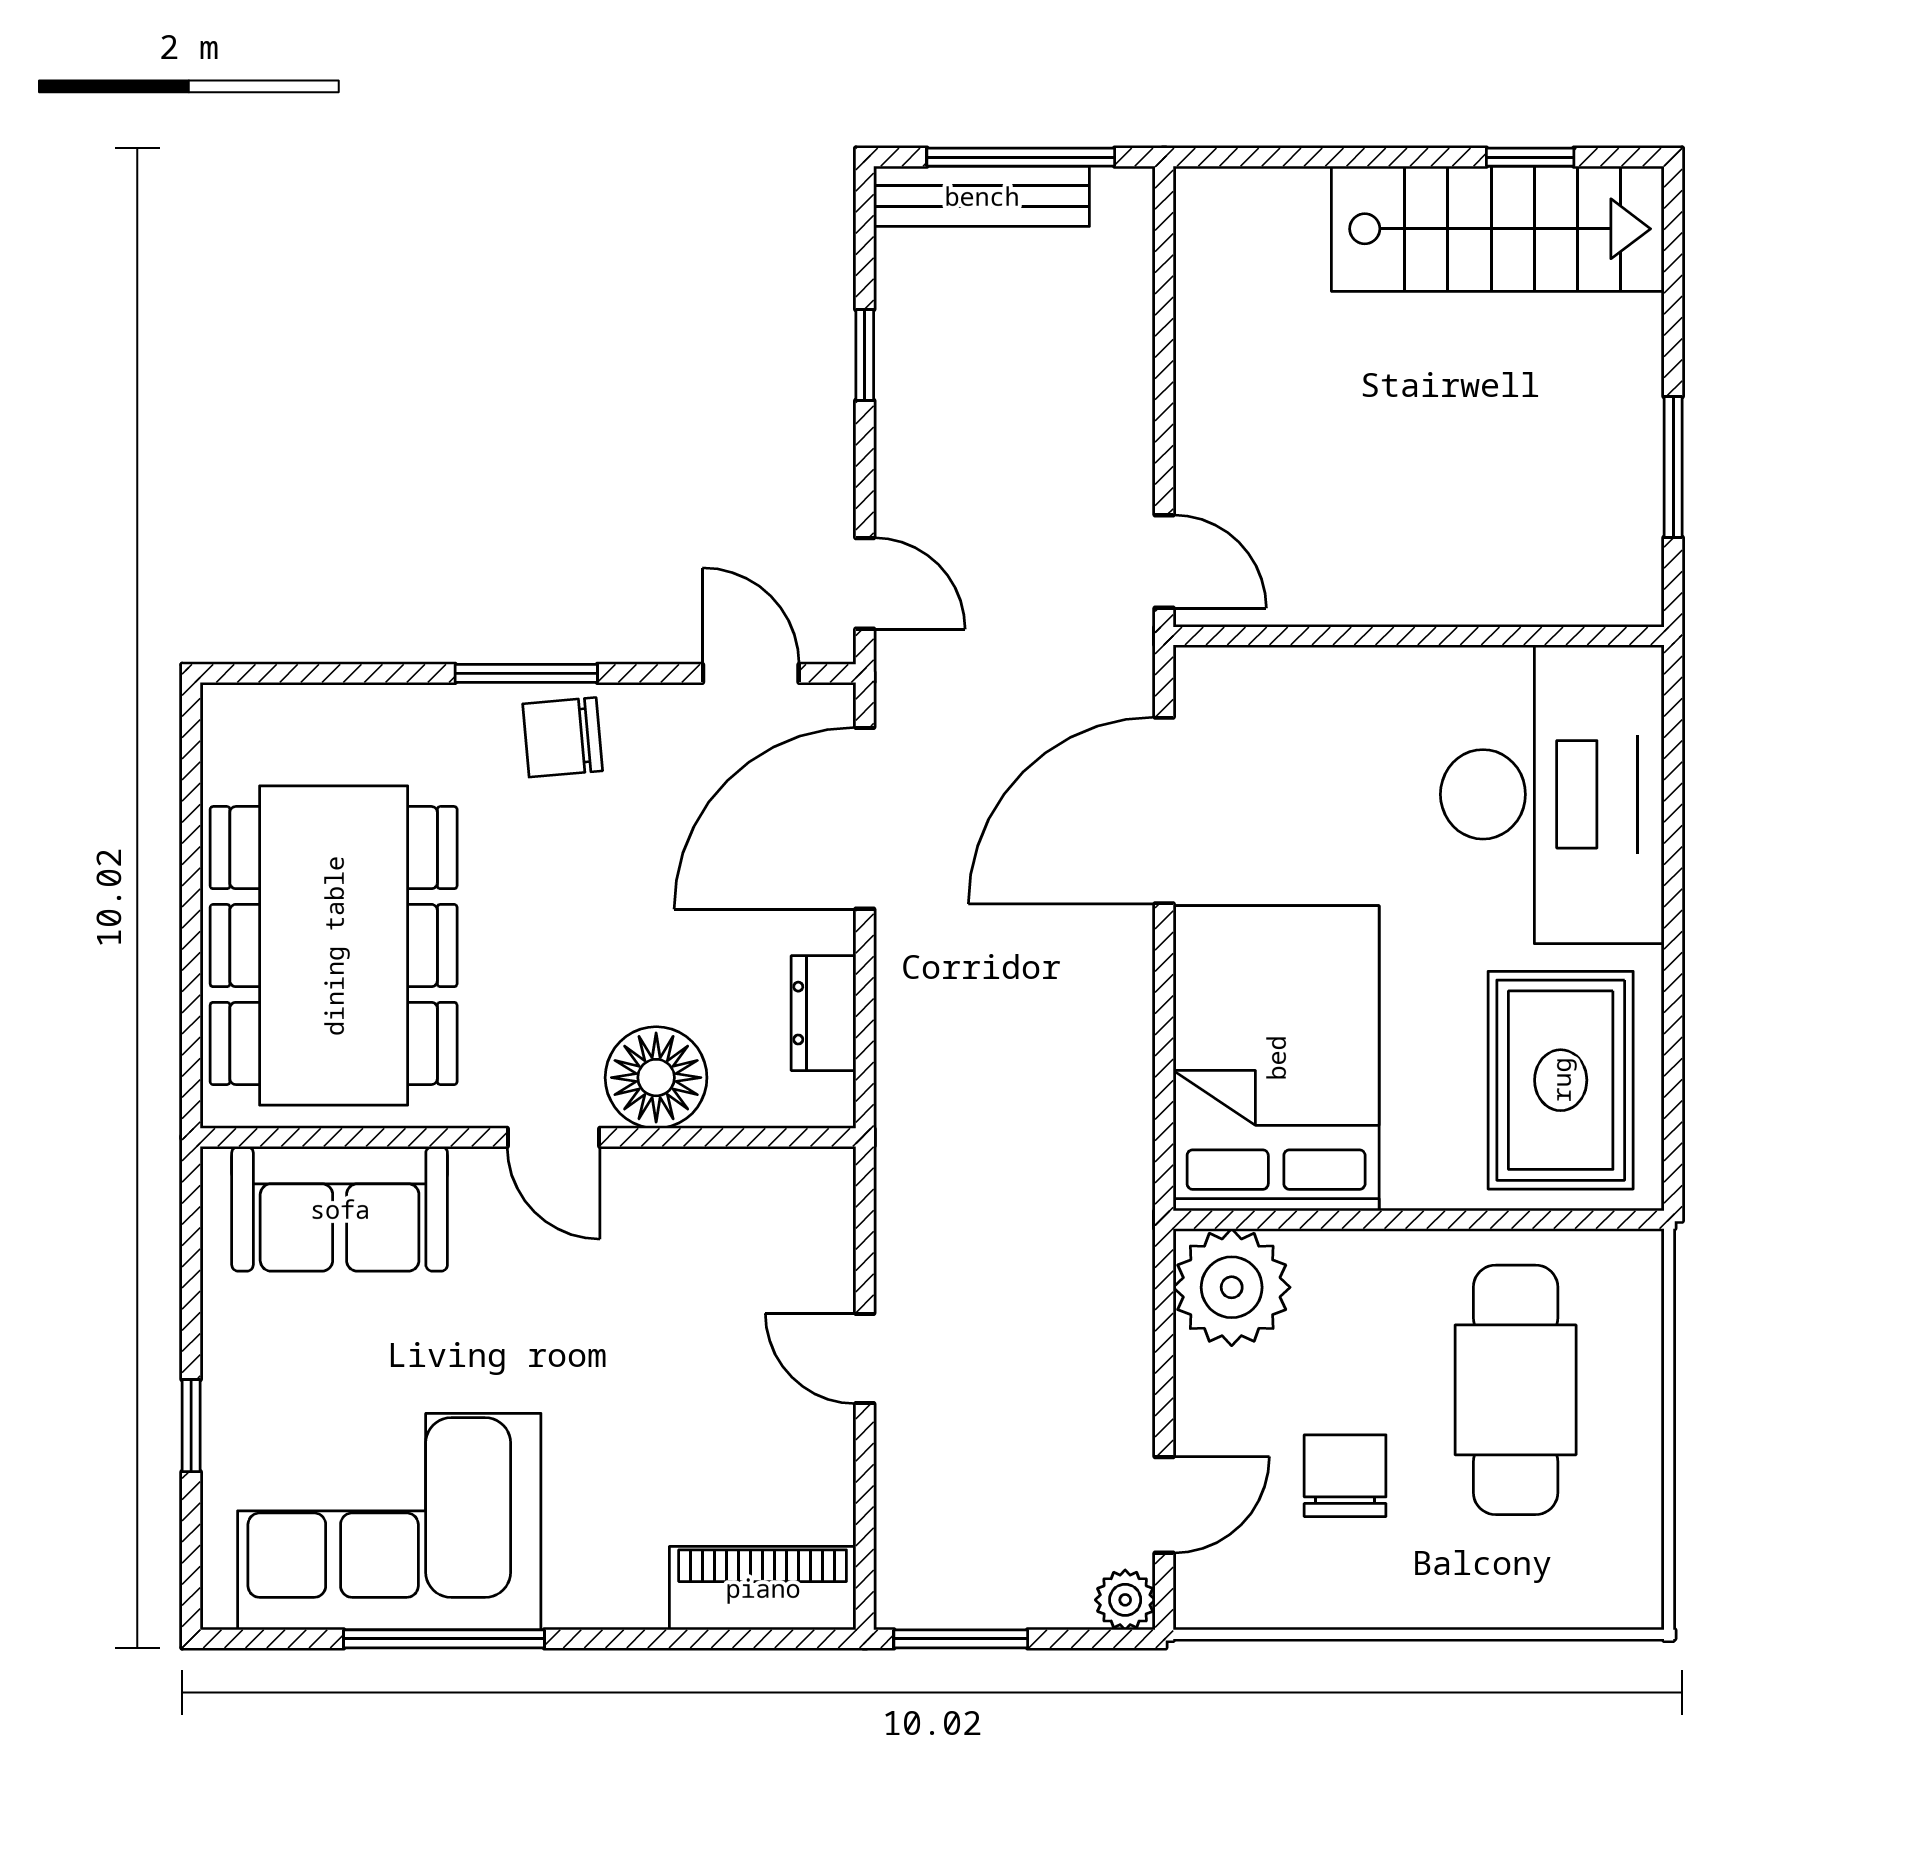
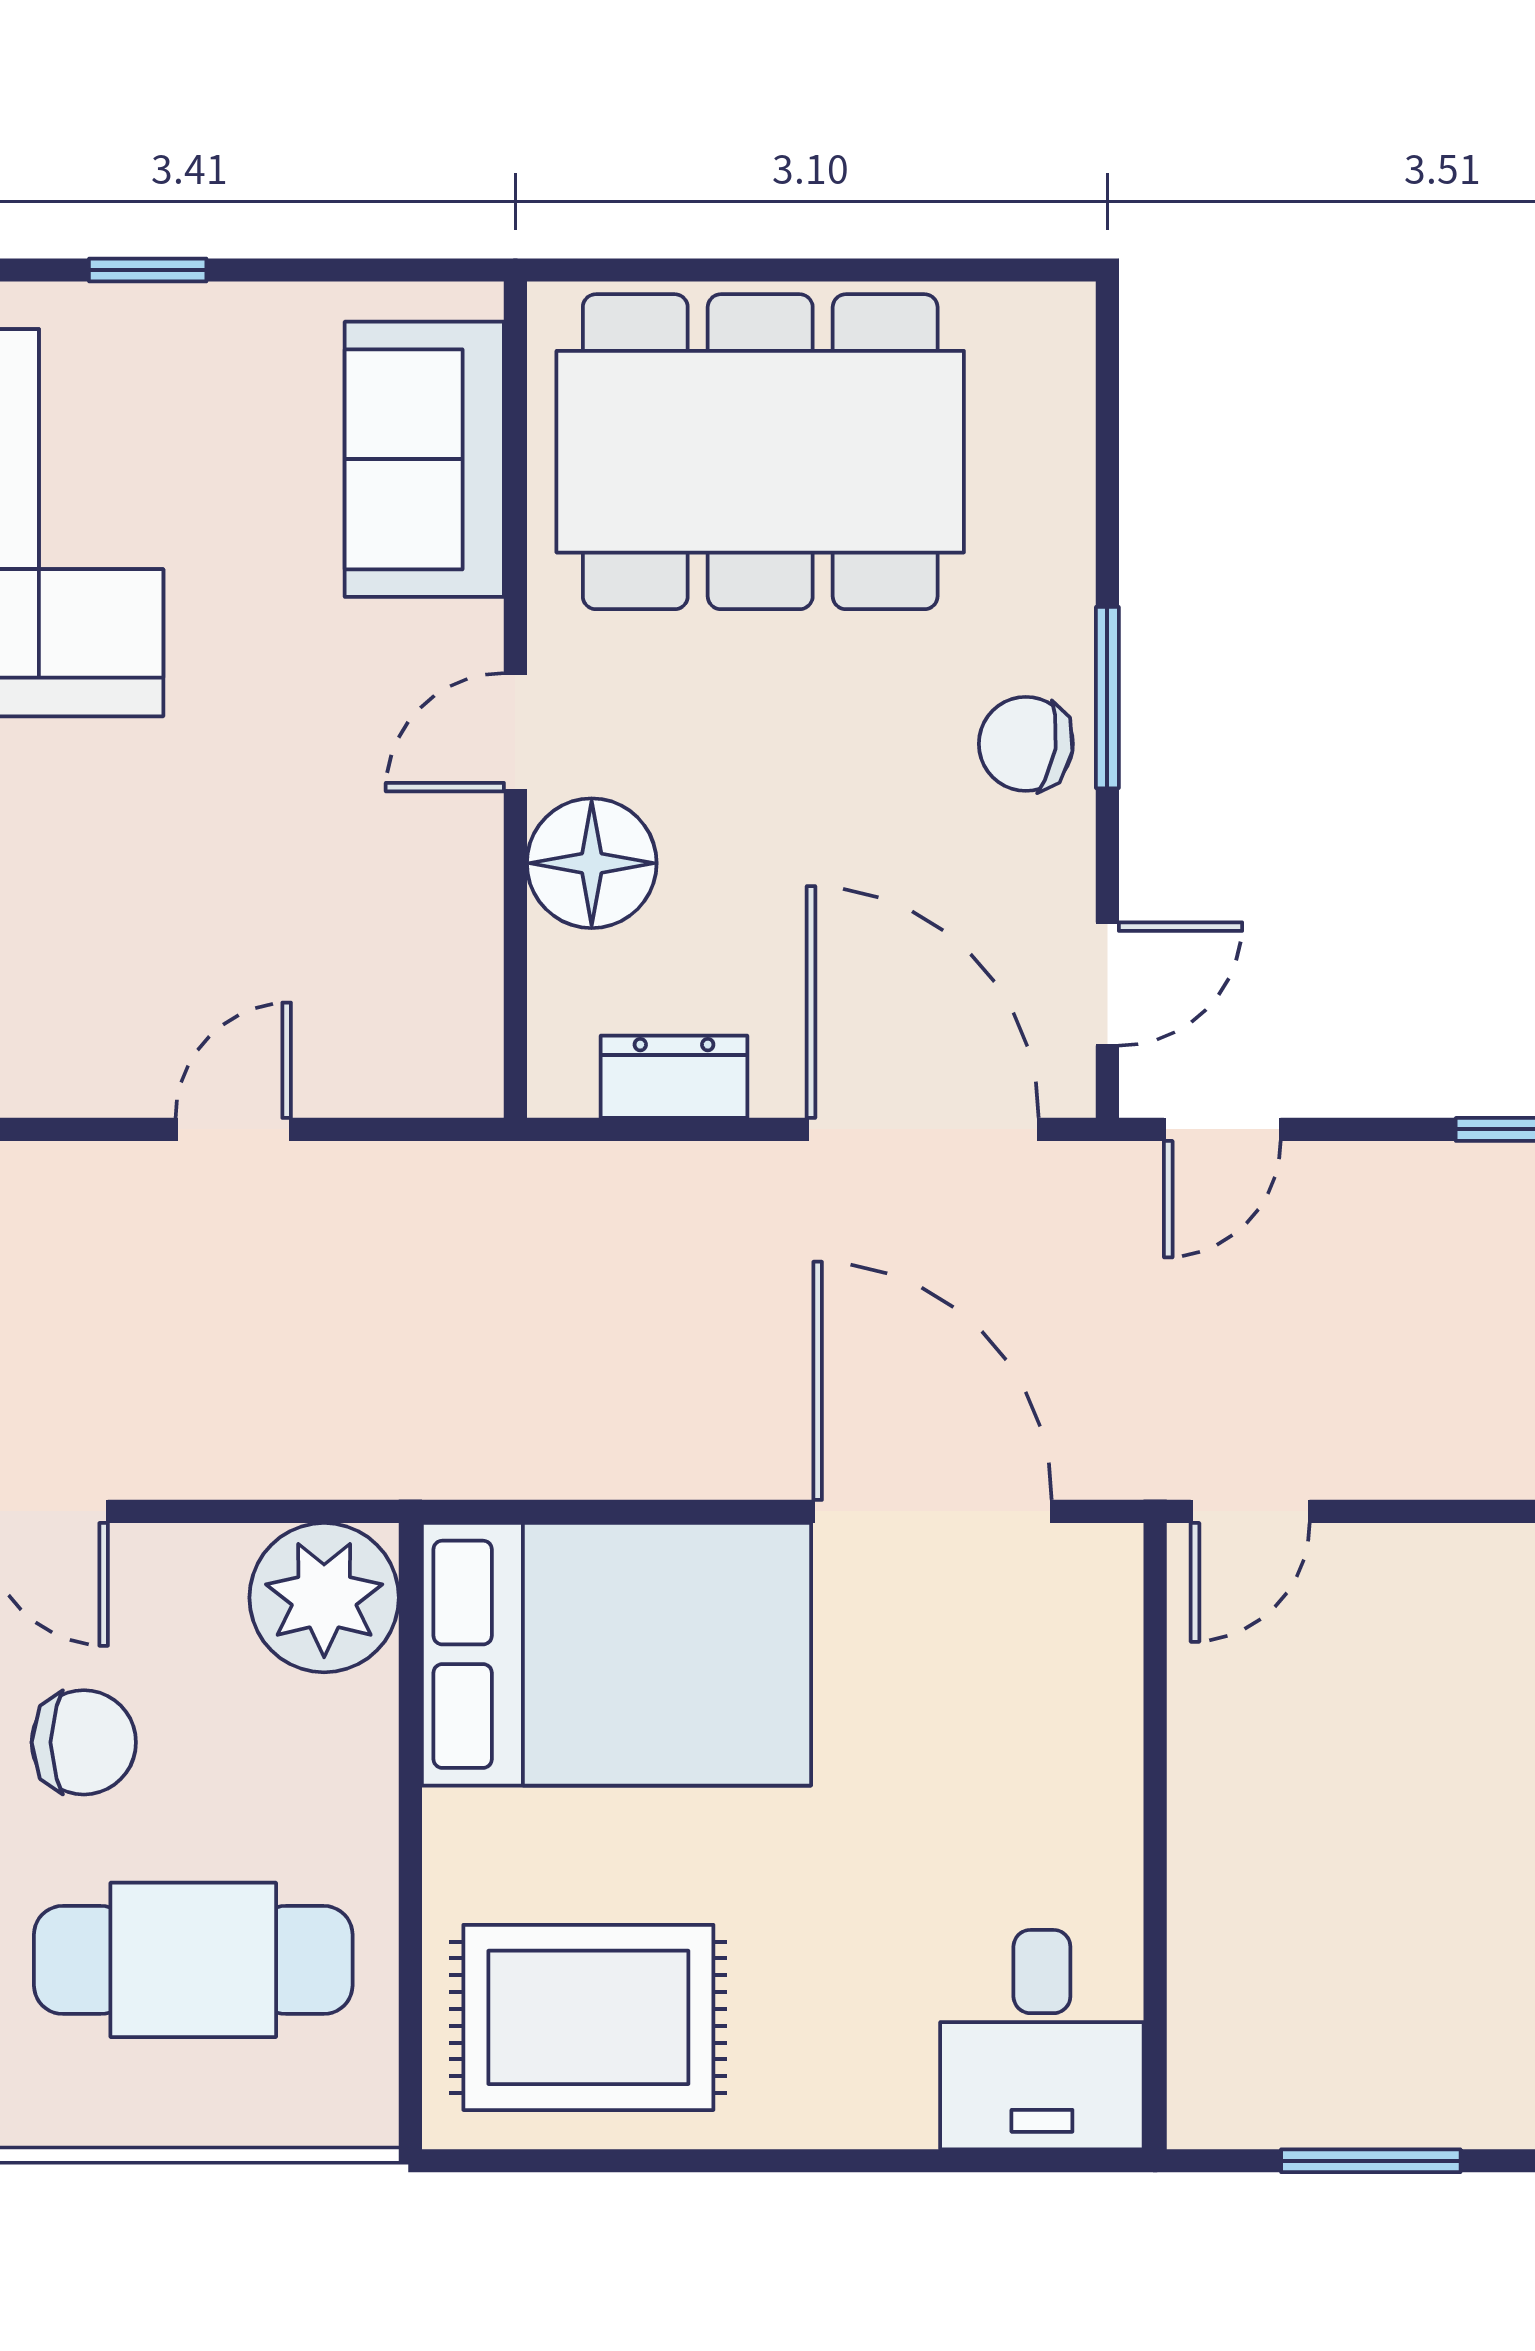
chair: (563, 737) -> (1026, 744), turned -76
desk: (1552, 794) -> (1042, 2040), width x0.53, depth x0.77

